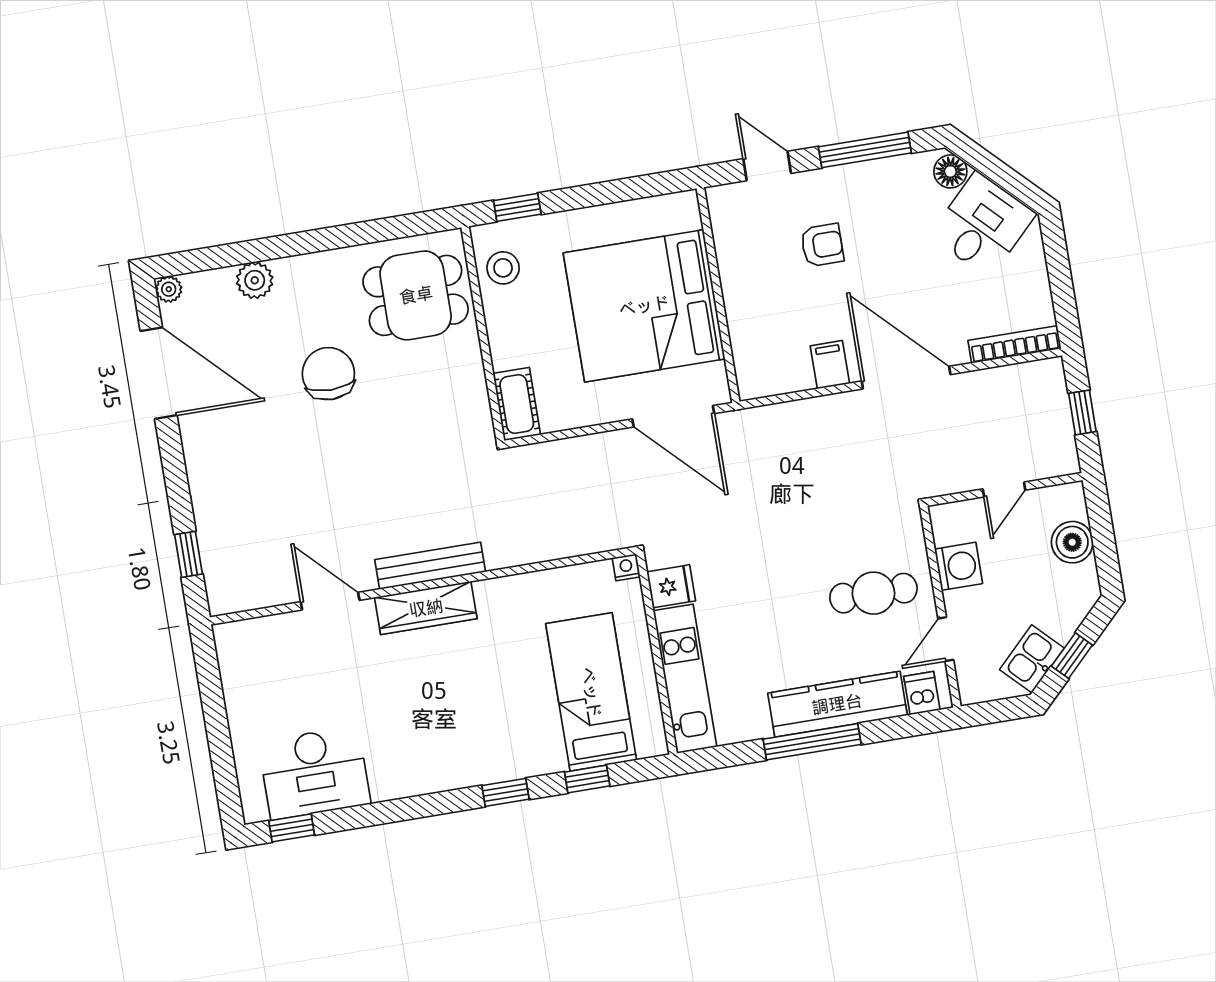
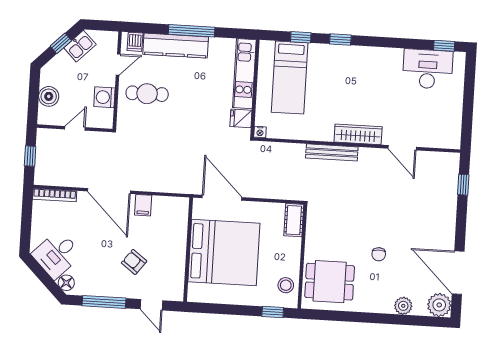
armchair: (822, 245) -> (134, 262), turned 37
plant: (169, 289) -> (439, 305), width x1.88, depth x1.88
chair: (328, 374) -> (379, 254), width x0.54, depth x0.54
bench: (430, 566) -> (332, 152), moved

